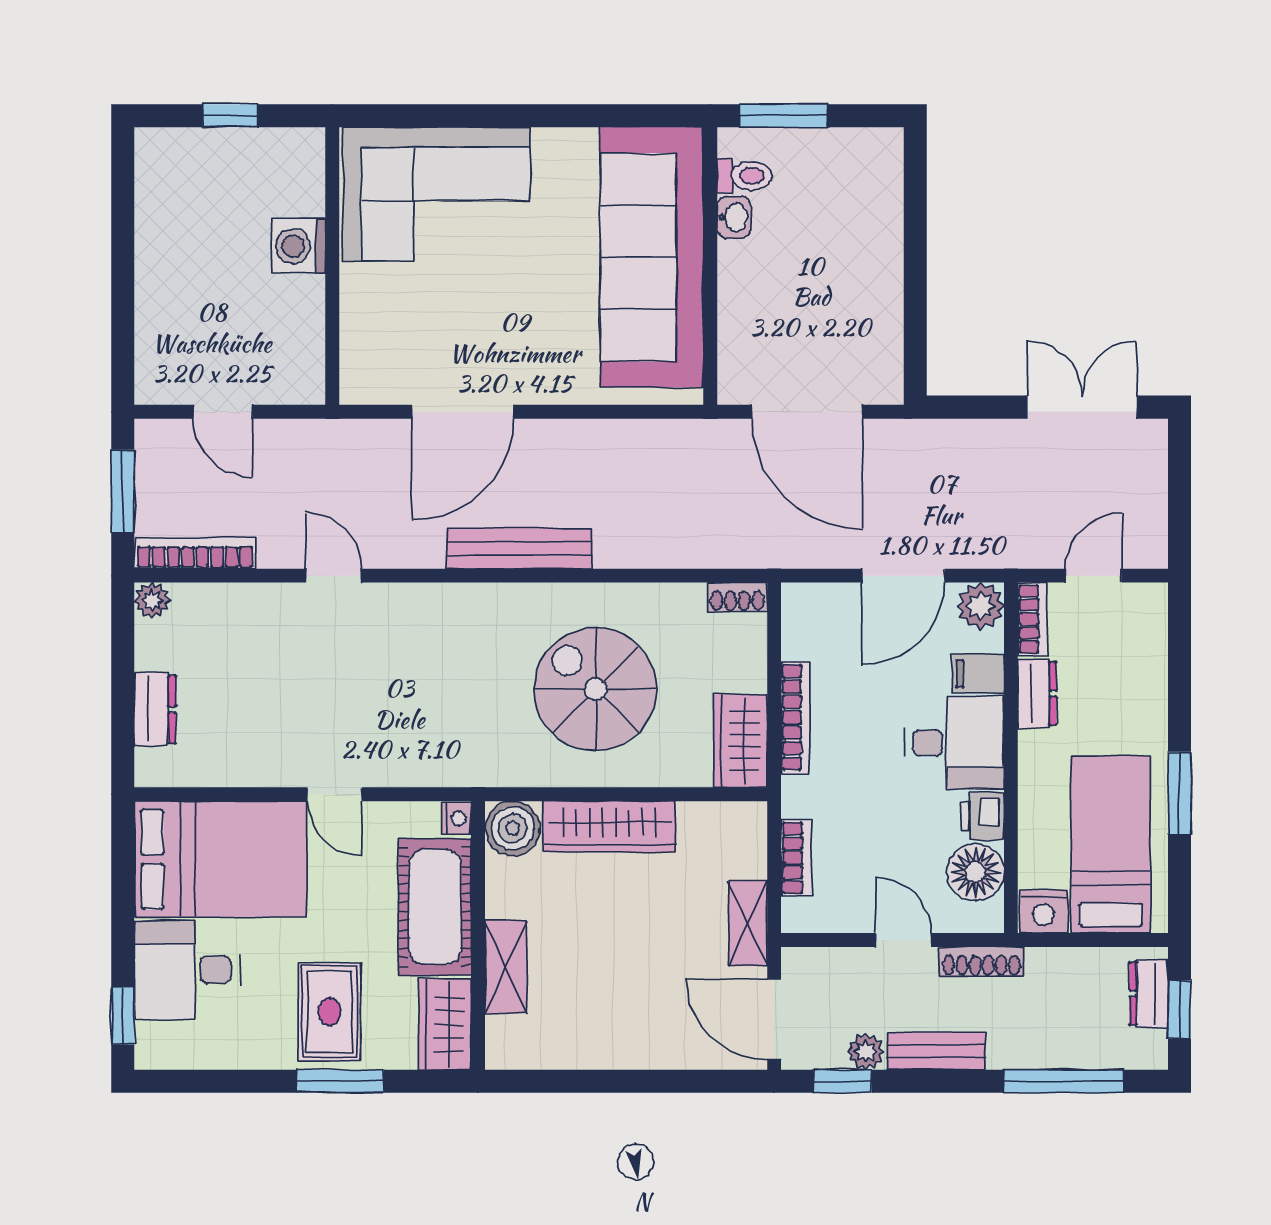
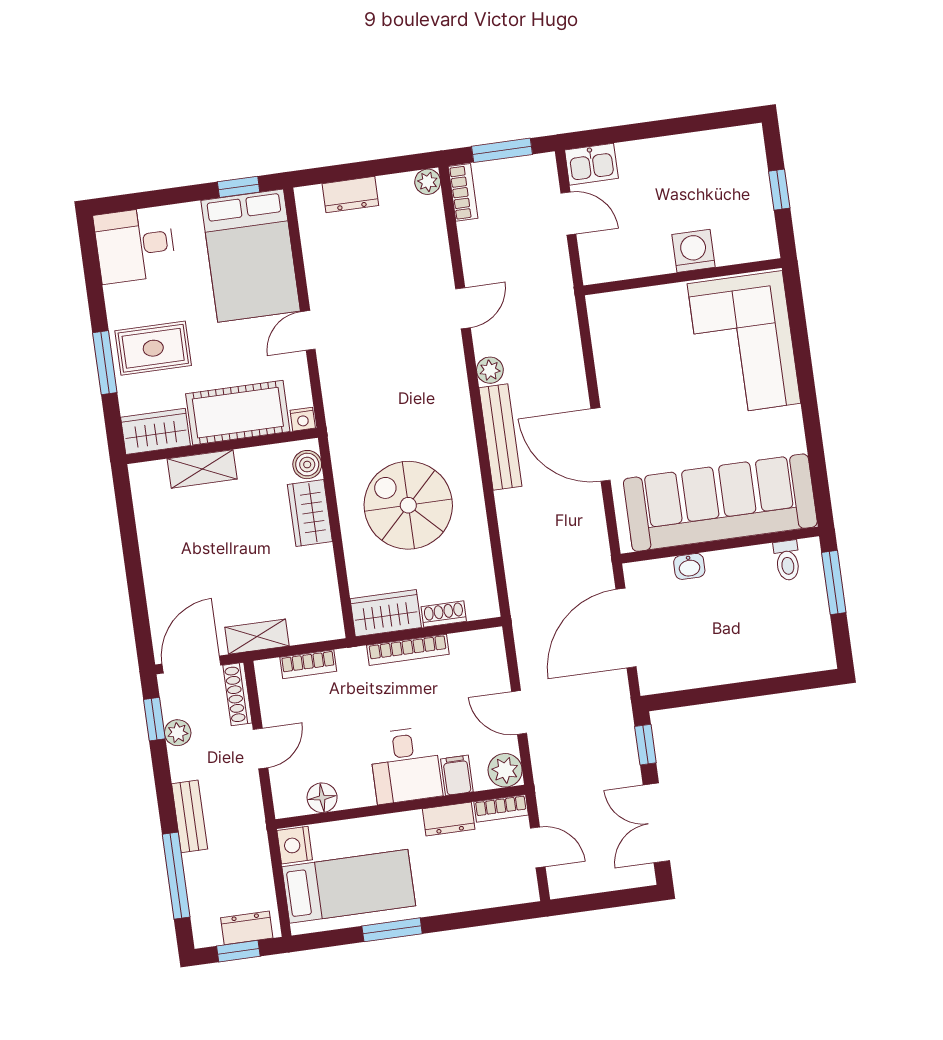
washbasin: (734, 217) -> (689, 566), moved
kitchen sink: (159, 370) -> (591, 164), added
window: (972, 407) -> (645, 745), added
double door: (1082, 407) -> (656, 823), swing flipped
door: (223, 412) -> (568, 214), swing flipped
door: (463, 412) -> (600, 445), moved
plant: (424, 550) -> (490, 370), added
bookcase: (195, 553) -> (463, 192), width x0.64
door: (903, 576) -> (519, 712), width x0.73
shoe rack: (737, 597) -> (444, 614), moved, turned 90
spiral stairs: (595, 689) -> (408, 505), turned -90
printer: (982, 816) -> (356, 792), removed
wardrobe: (609, 827) -> (310, 513), width x0.67
boiler: (513, 828) -> (307, 465), width x0.73, depth x0.73
floor lamp: (976, 872) -> (322, 798), width x0.73, depth x0.73
shoe rack: (982, 961) -> (237, 694), moved
desk: (187, 970) -> (135, 245), moved, turned -90
window: (123, 1016) -> (239, 187), moved
bench: (936, 1051) -> (190, 816), moved

